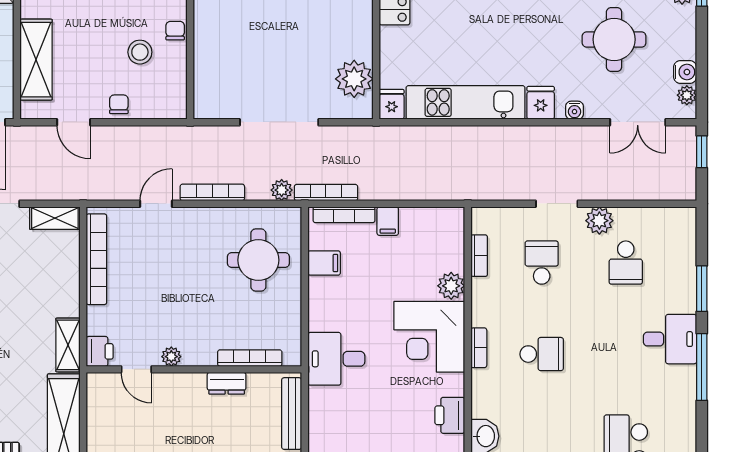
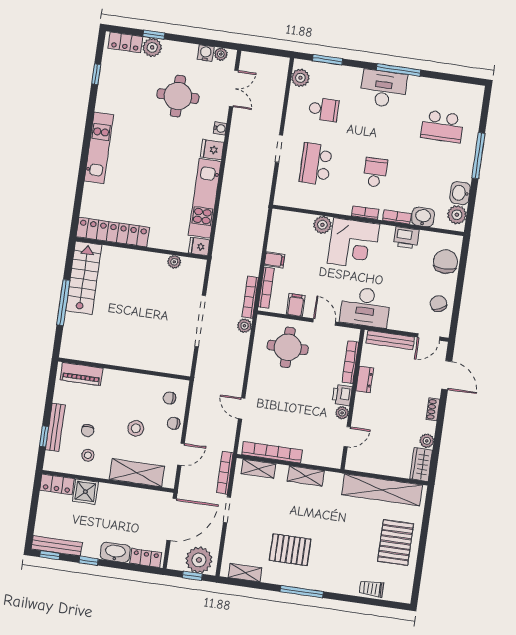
chair: (175, 31) -> (170, 398), moved
stool: (140, 52) -> (136, 428), moved
plant: (354, 79) -> (174, 262), width x0.53, depth x0.53
window: (702, 152) -> (259, 50), removed
bookcase: (212, 192) -> (225, 473), moved
shelving: (55, 218) -> (258, 469), moved, turned 90
plant: (599, 221) -> (300, 78), moved
bookcase: (479, 256) -> (397, 217), moved
school desk: (542, 263) -> (316, 164), width x1.85
window: (702, 289) -> (328, 60), moved
door: (305, 310) -> (324, 322), added
desk: (670, 339) -> (383, 89), width x1.37
shelving: (68, 345) -> (306, 476), moved
printer: (100, 351) -> (342, 395), moved, turned -90
desk: (336, 359) -> (365, 307), width x1.37

